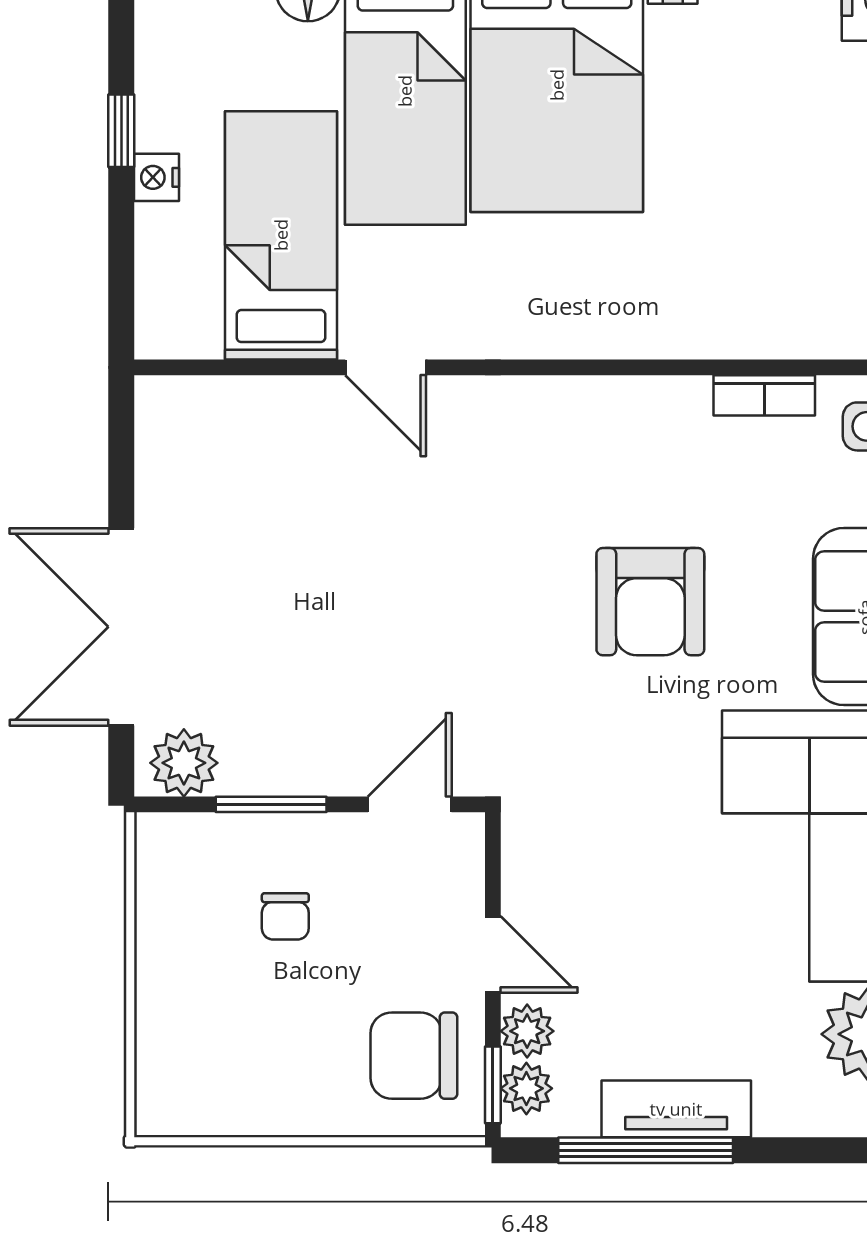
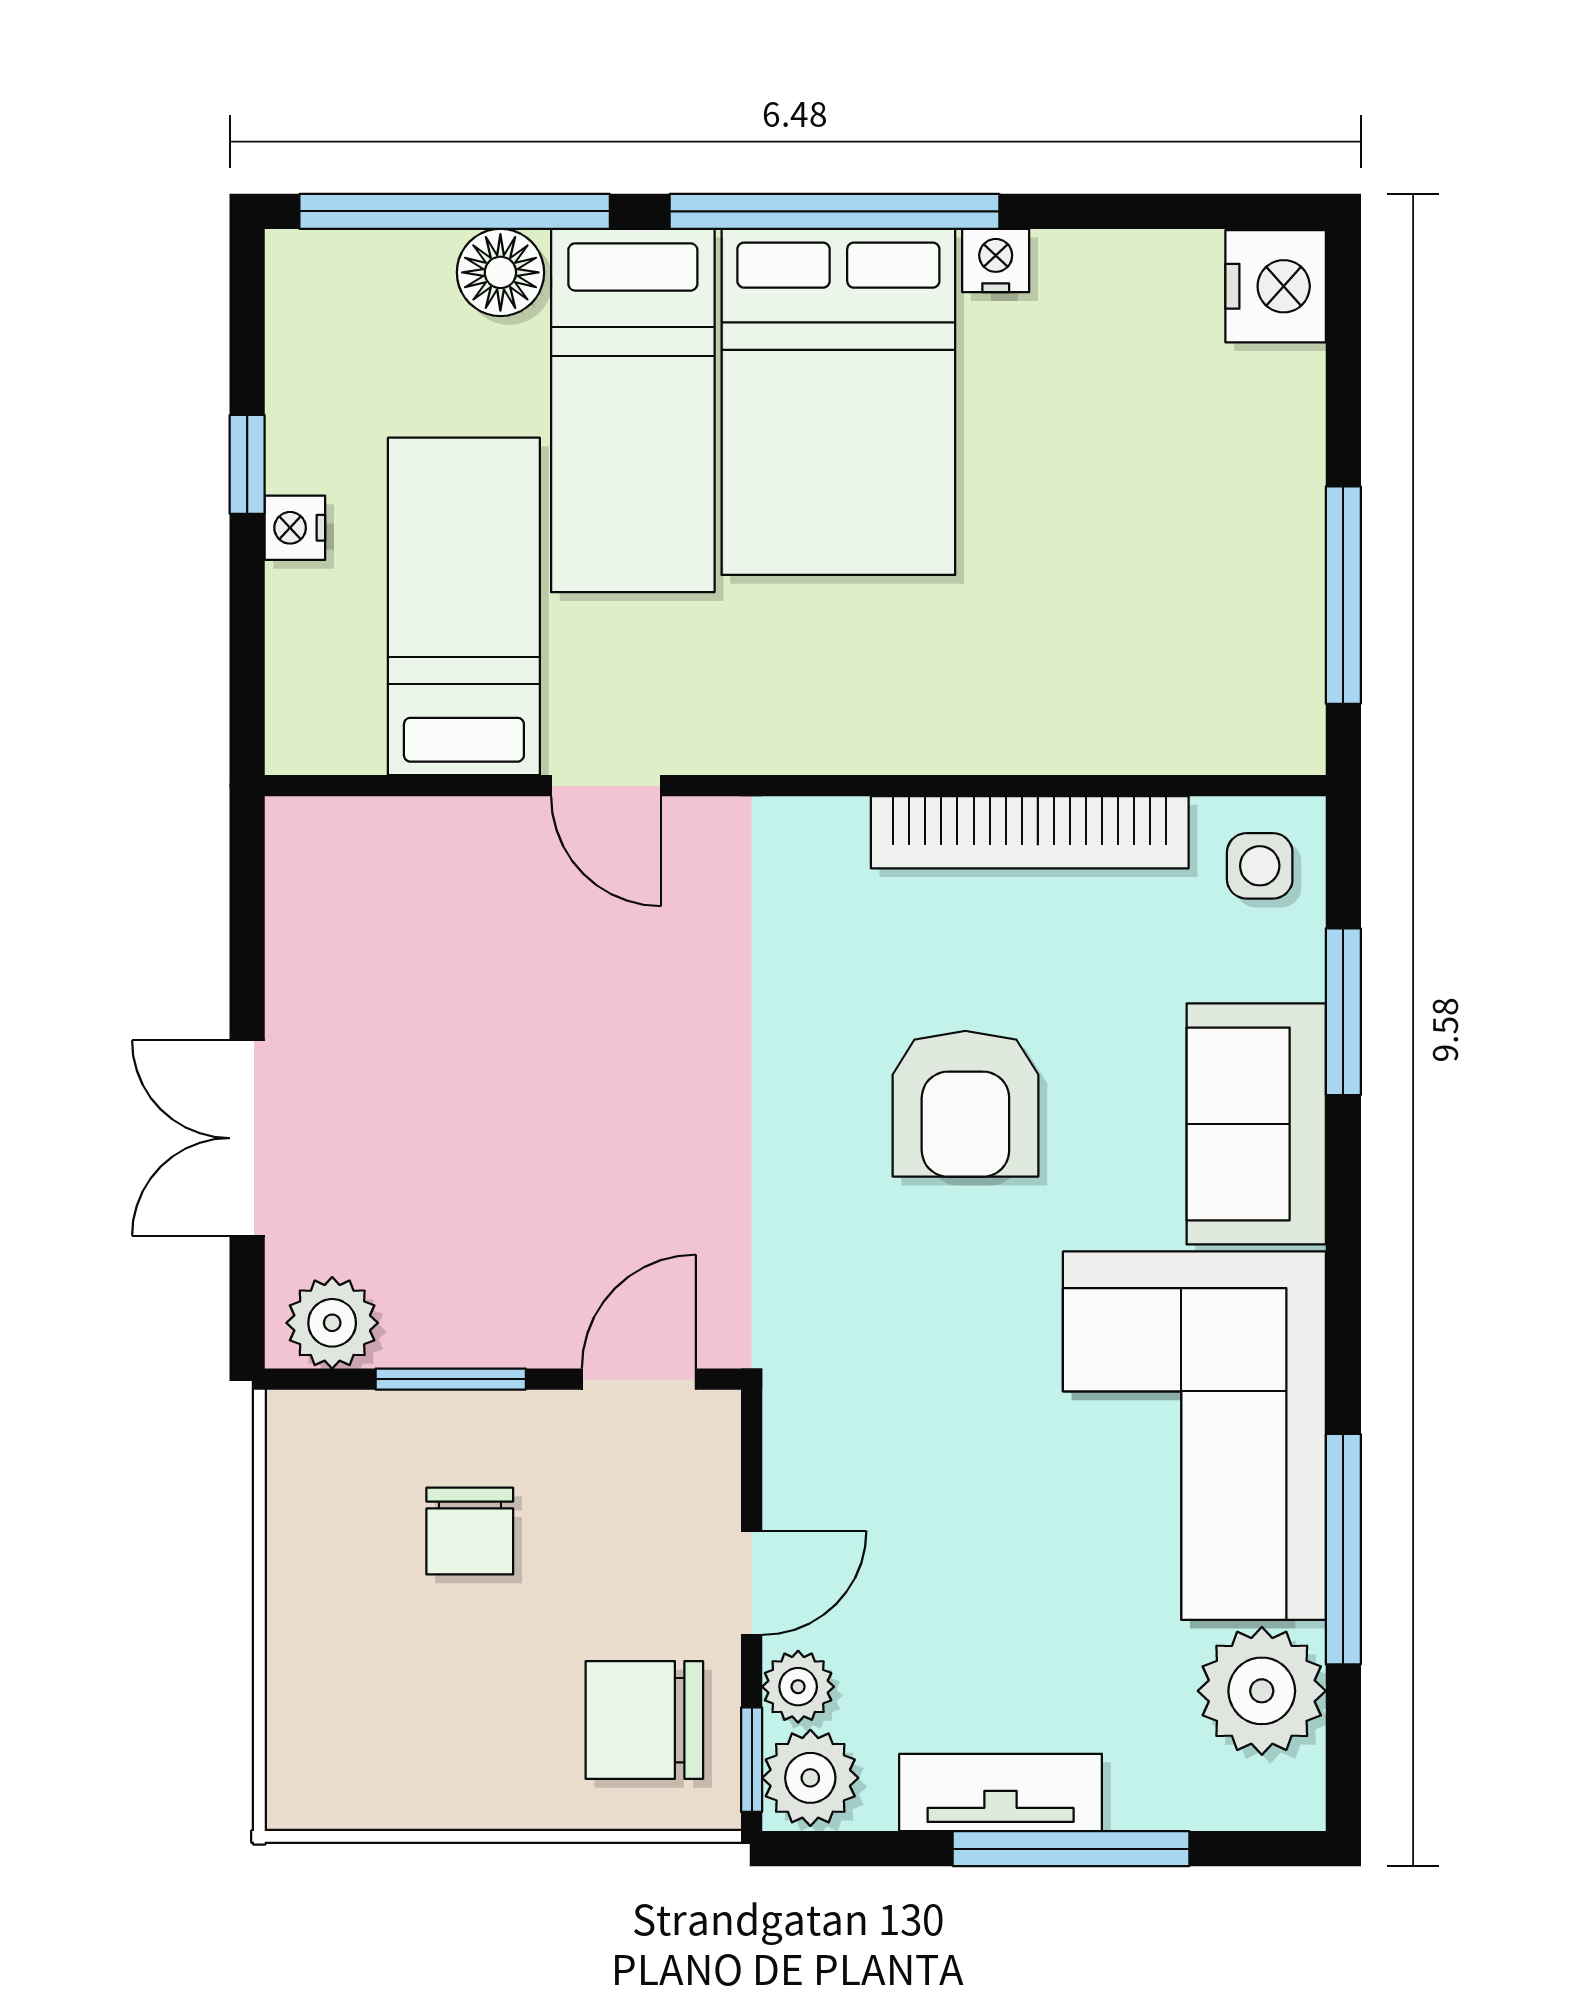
bookcase: (764, 395) -> (1030, 832), width x2.31, depth x1.31
double door: (121, 627) -> (247, 1138), width x0.73
chair: (285, 916) -> (470, 1531), width x1.37, depth x1.37
door: (493, 954) -> (752, 1583), hinge flipped
plant: (526, 1088) -> (810, 1778), width x1.38, depth x1.38
window: (646, 1150) -> (1071, 1849), moved

